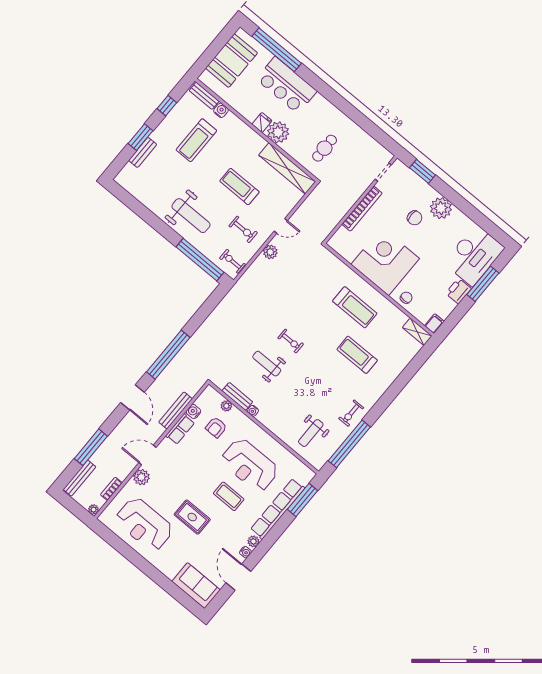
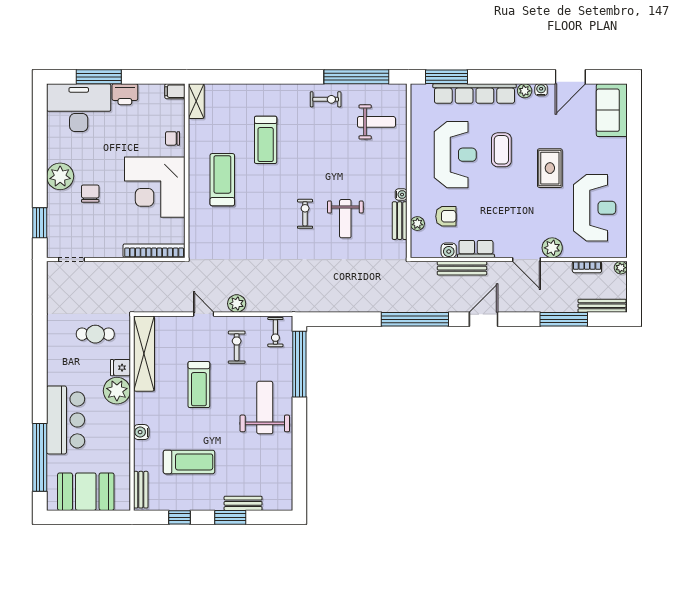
water cooler: (221, 110) -> (141, 432), moved
fridge: (262, 123) -> (120, 368), moved
bookcase: (362, 209) -> (154, 251), moved

